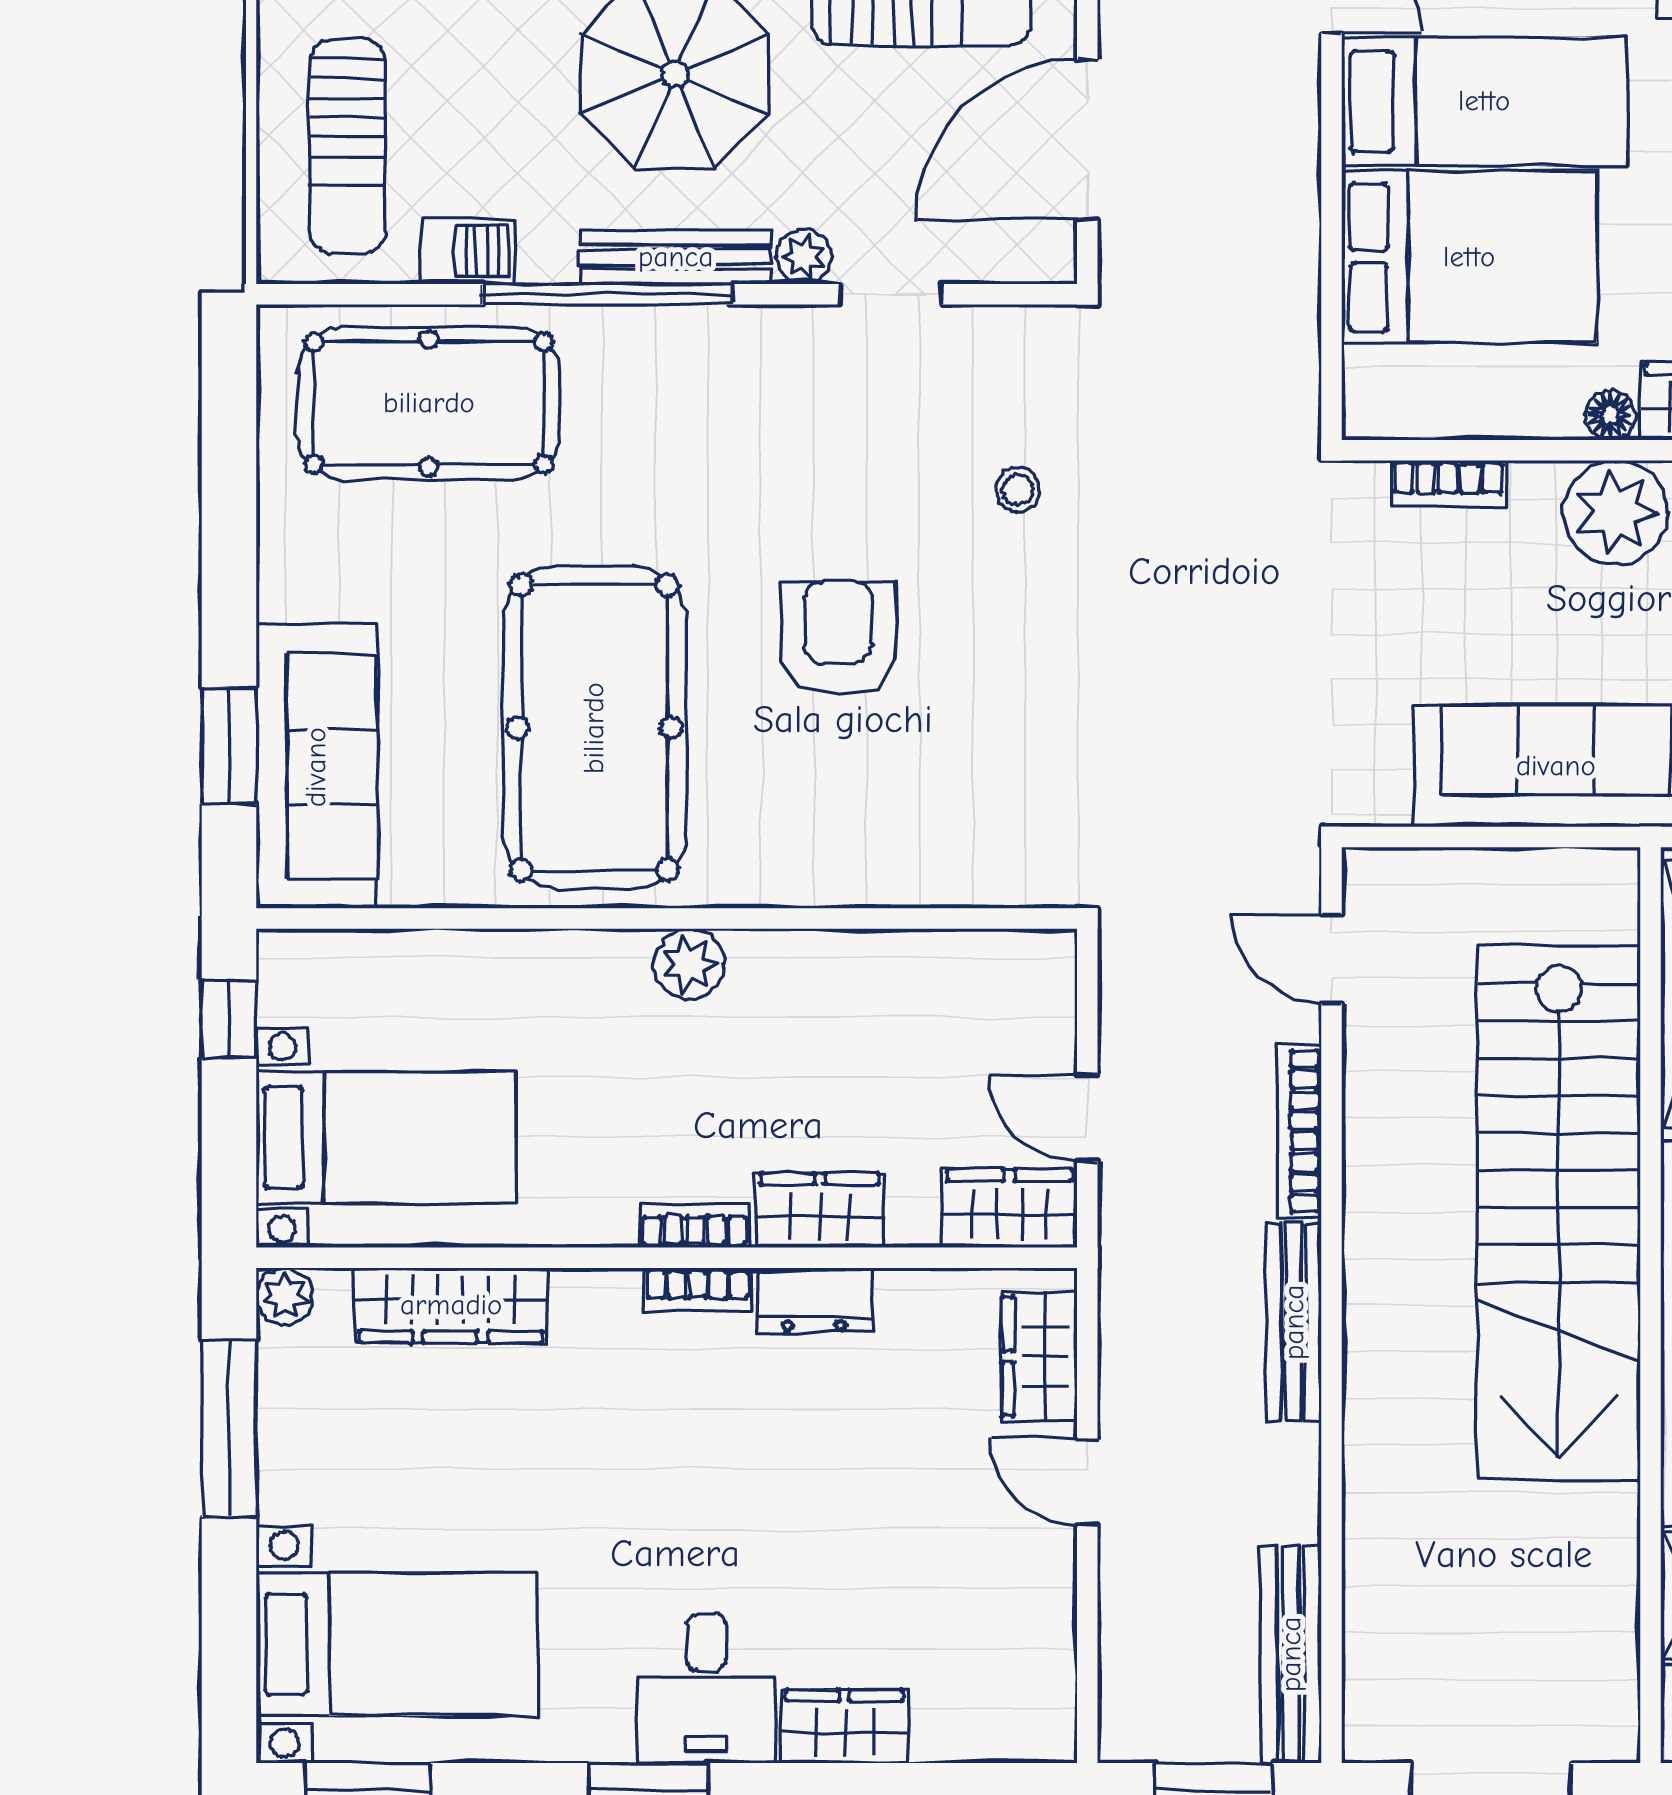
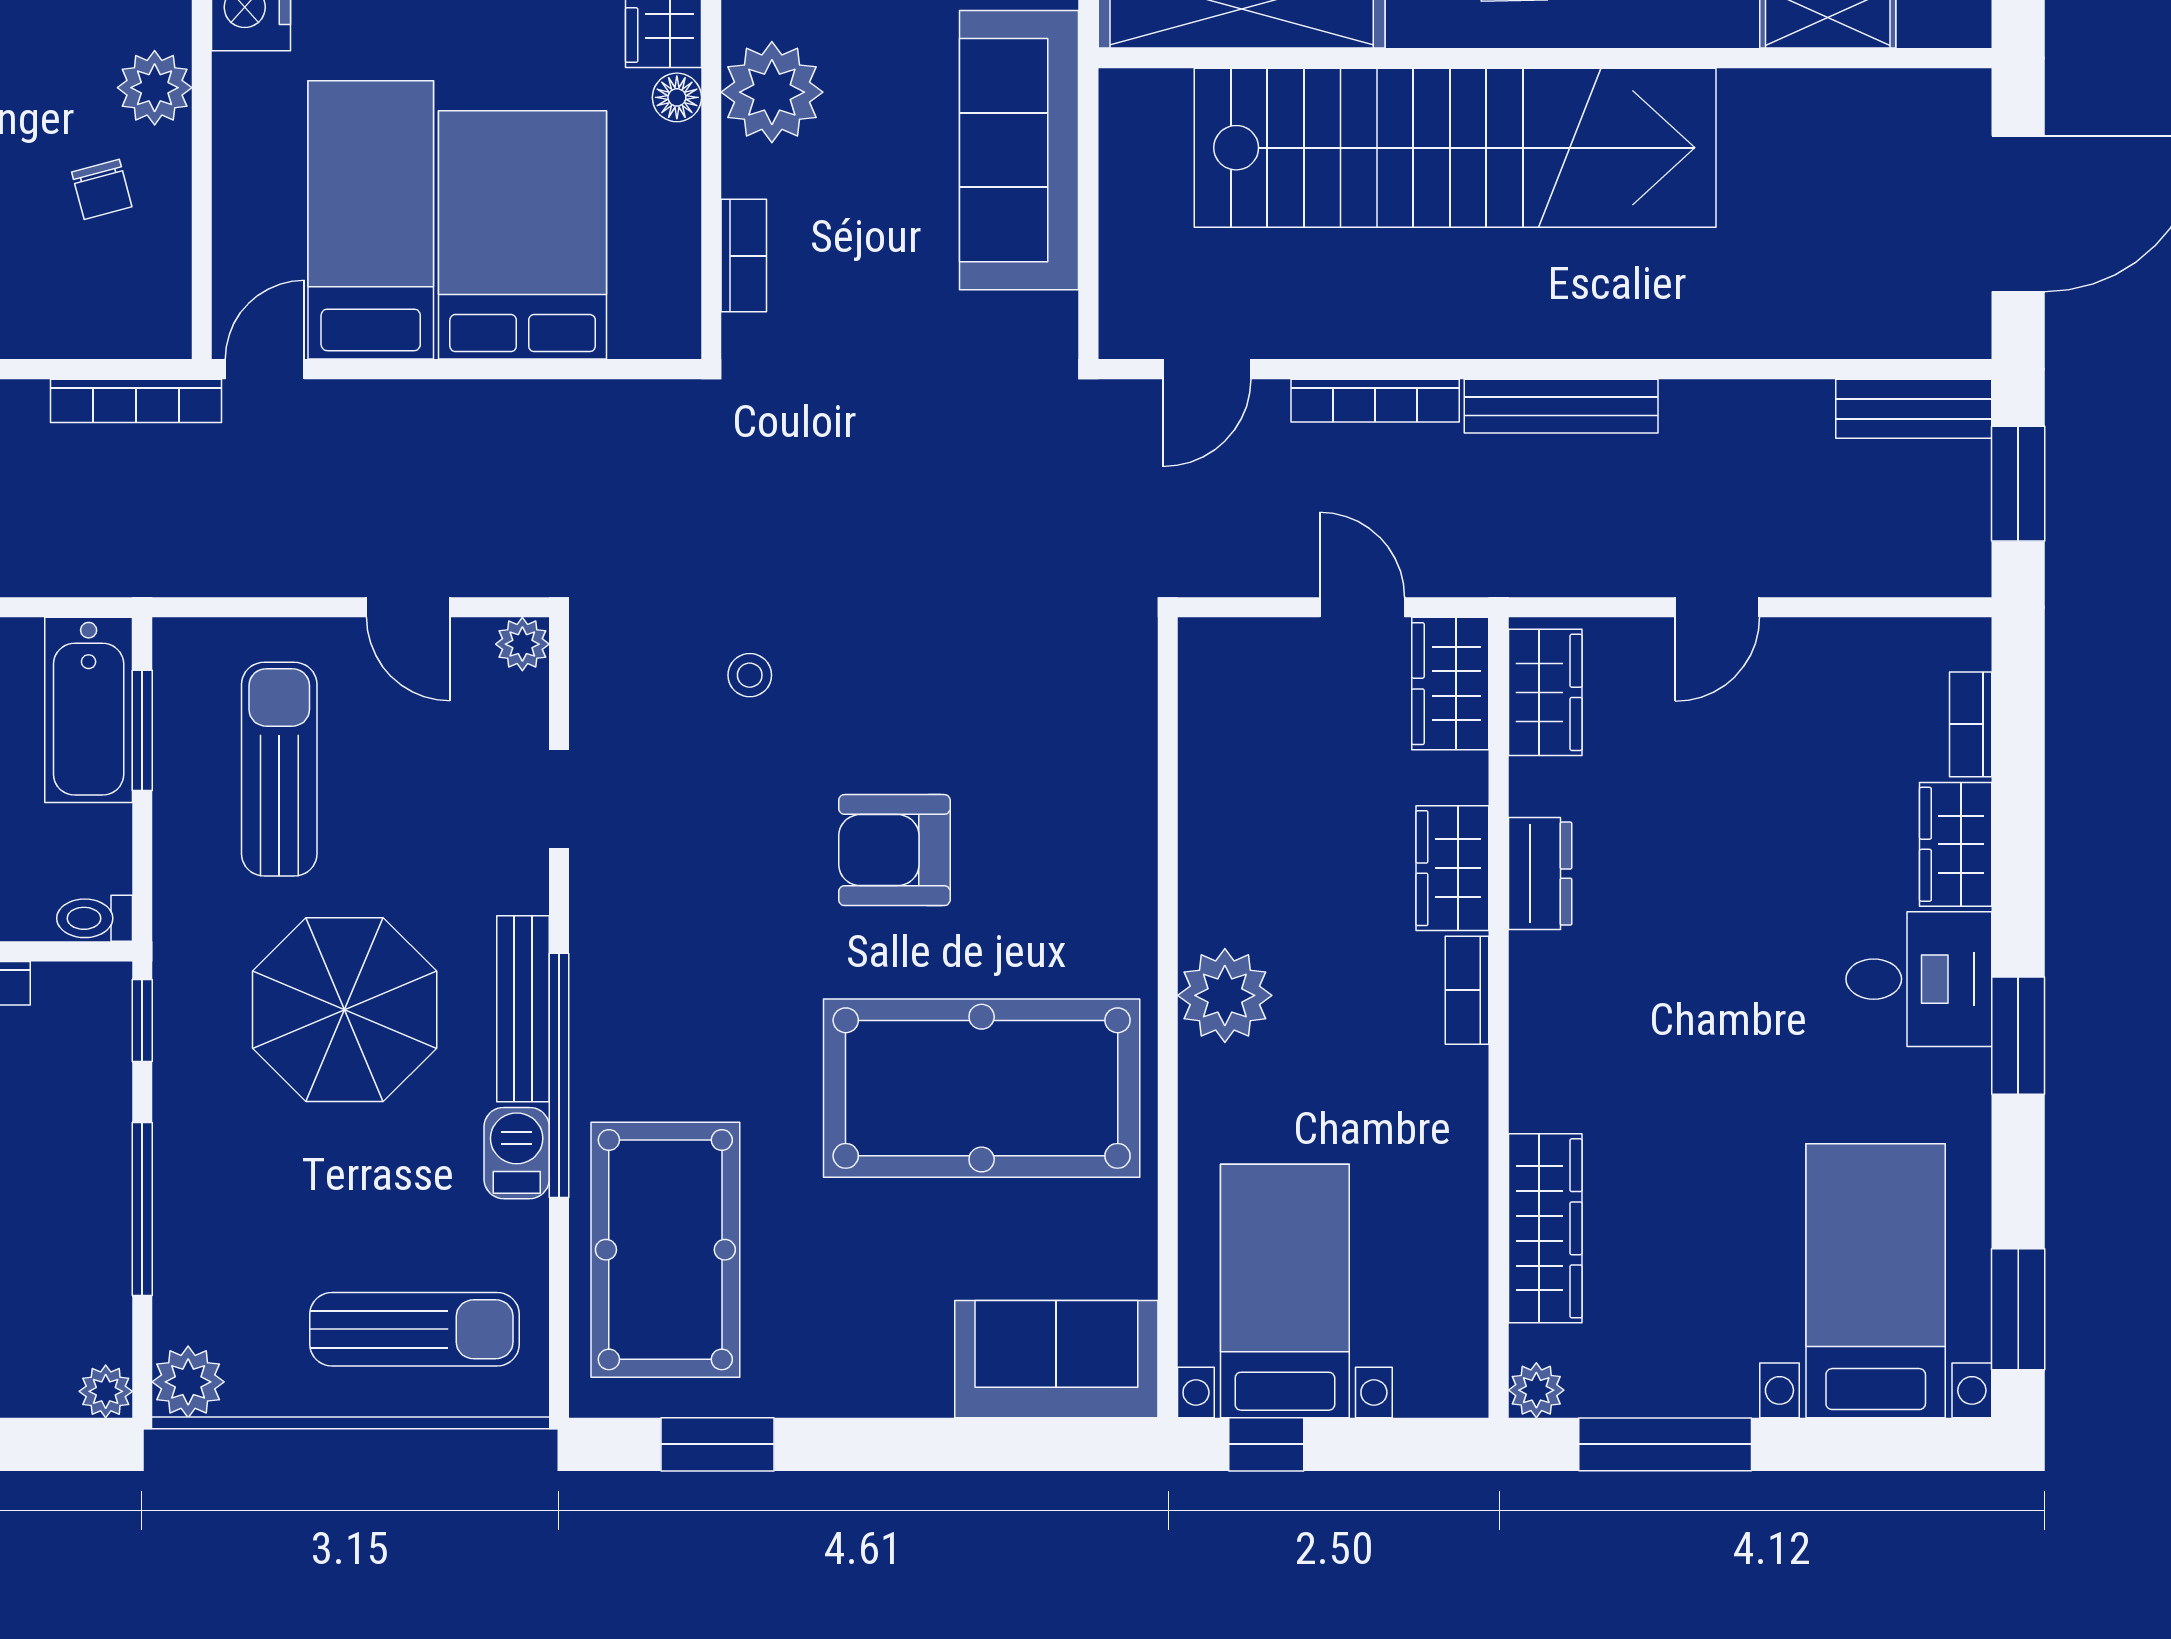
door: (1087, 140) -> (408, 607), width x0.53
barbecue: (468, 251) -> (517, 1153), moved
plant: (804, 257) -> (522, 644), moved
window: (229, 746) -> (717, 1444), moved
sofa: (316, 767) -> (1056, 1359), width x0.73
plant: (689, 964) -> (1225, 995), width x1.36, depth x1.36
door: (1087, 1118) -> (1362, 607), swing flipped
bed with nightstands: (386, 1138) -> (1285, 1291), moved
bookcase: (697, 1289) -> (1971, 724), moved, turned 180
wardrobe: (1040, 1357) -> (1545, 692), moved, turned -90
bench: (1291, 1654) -> (1914, 409), width x0.73

